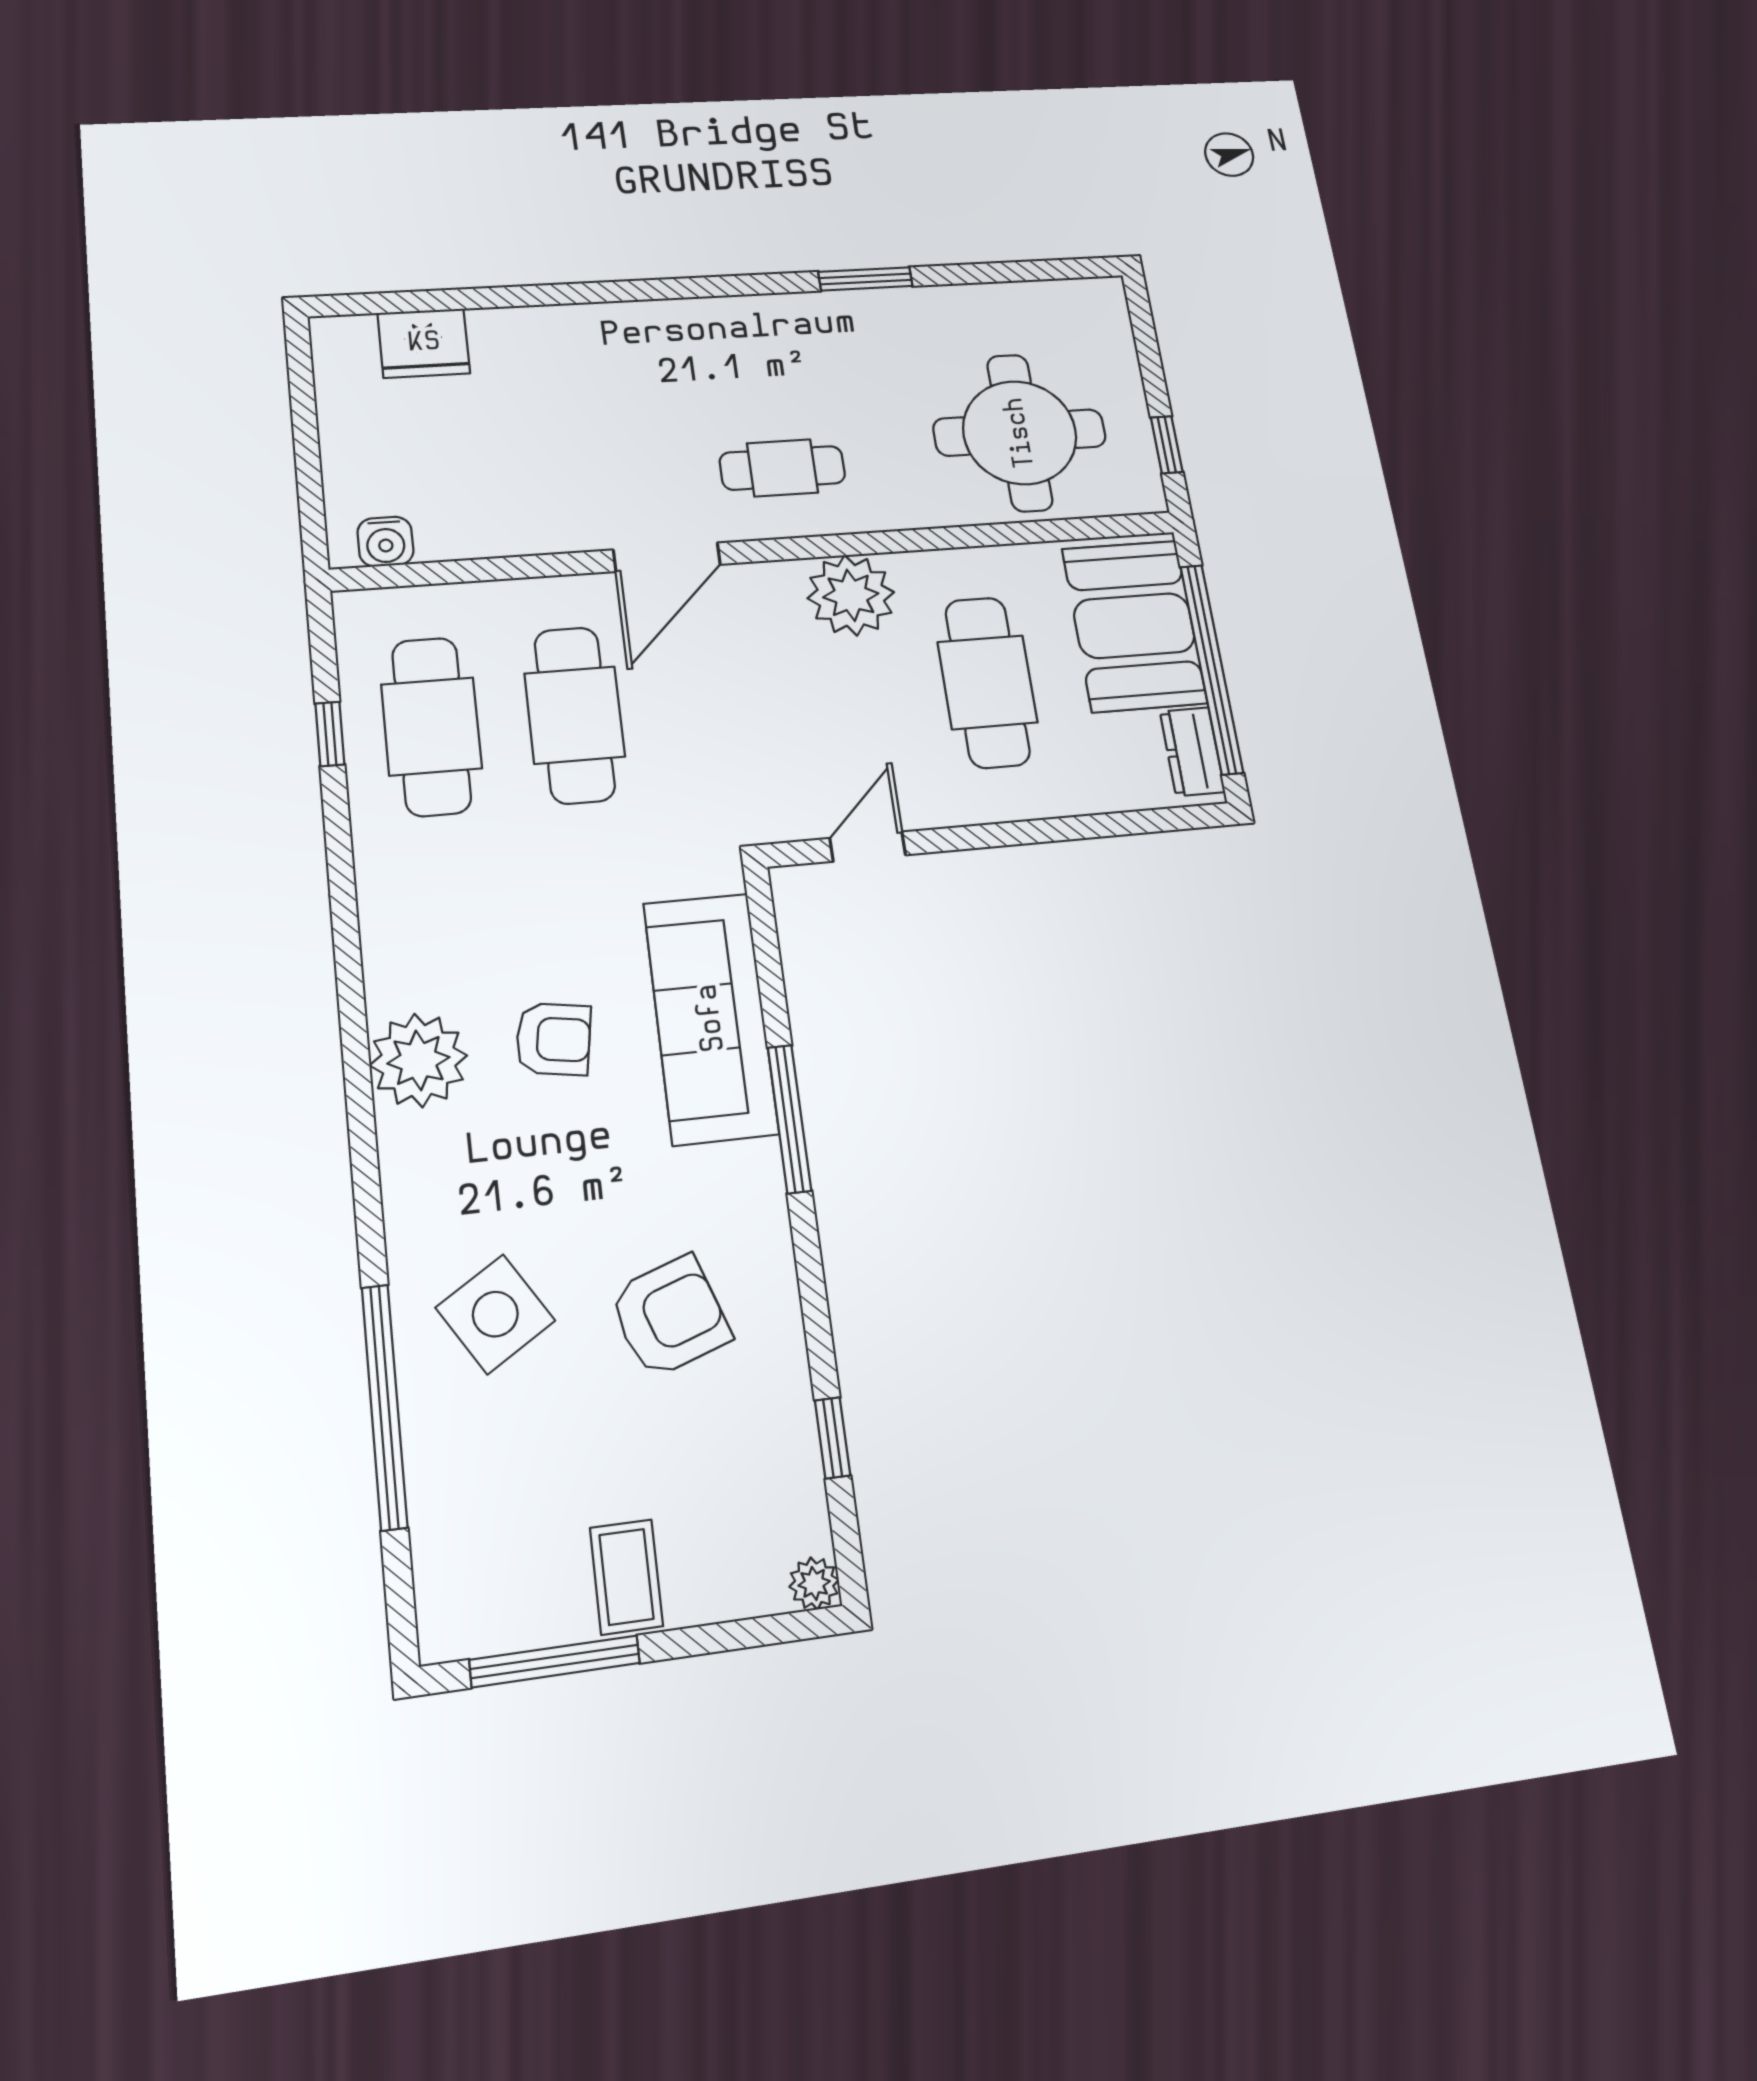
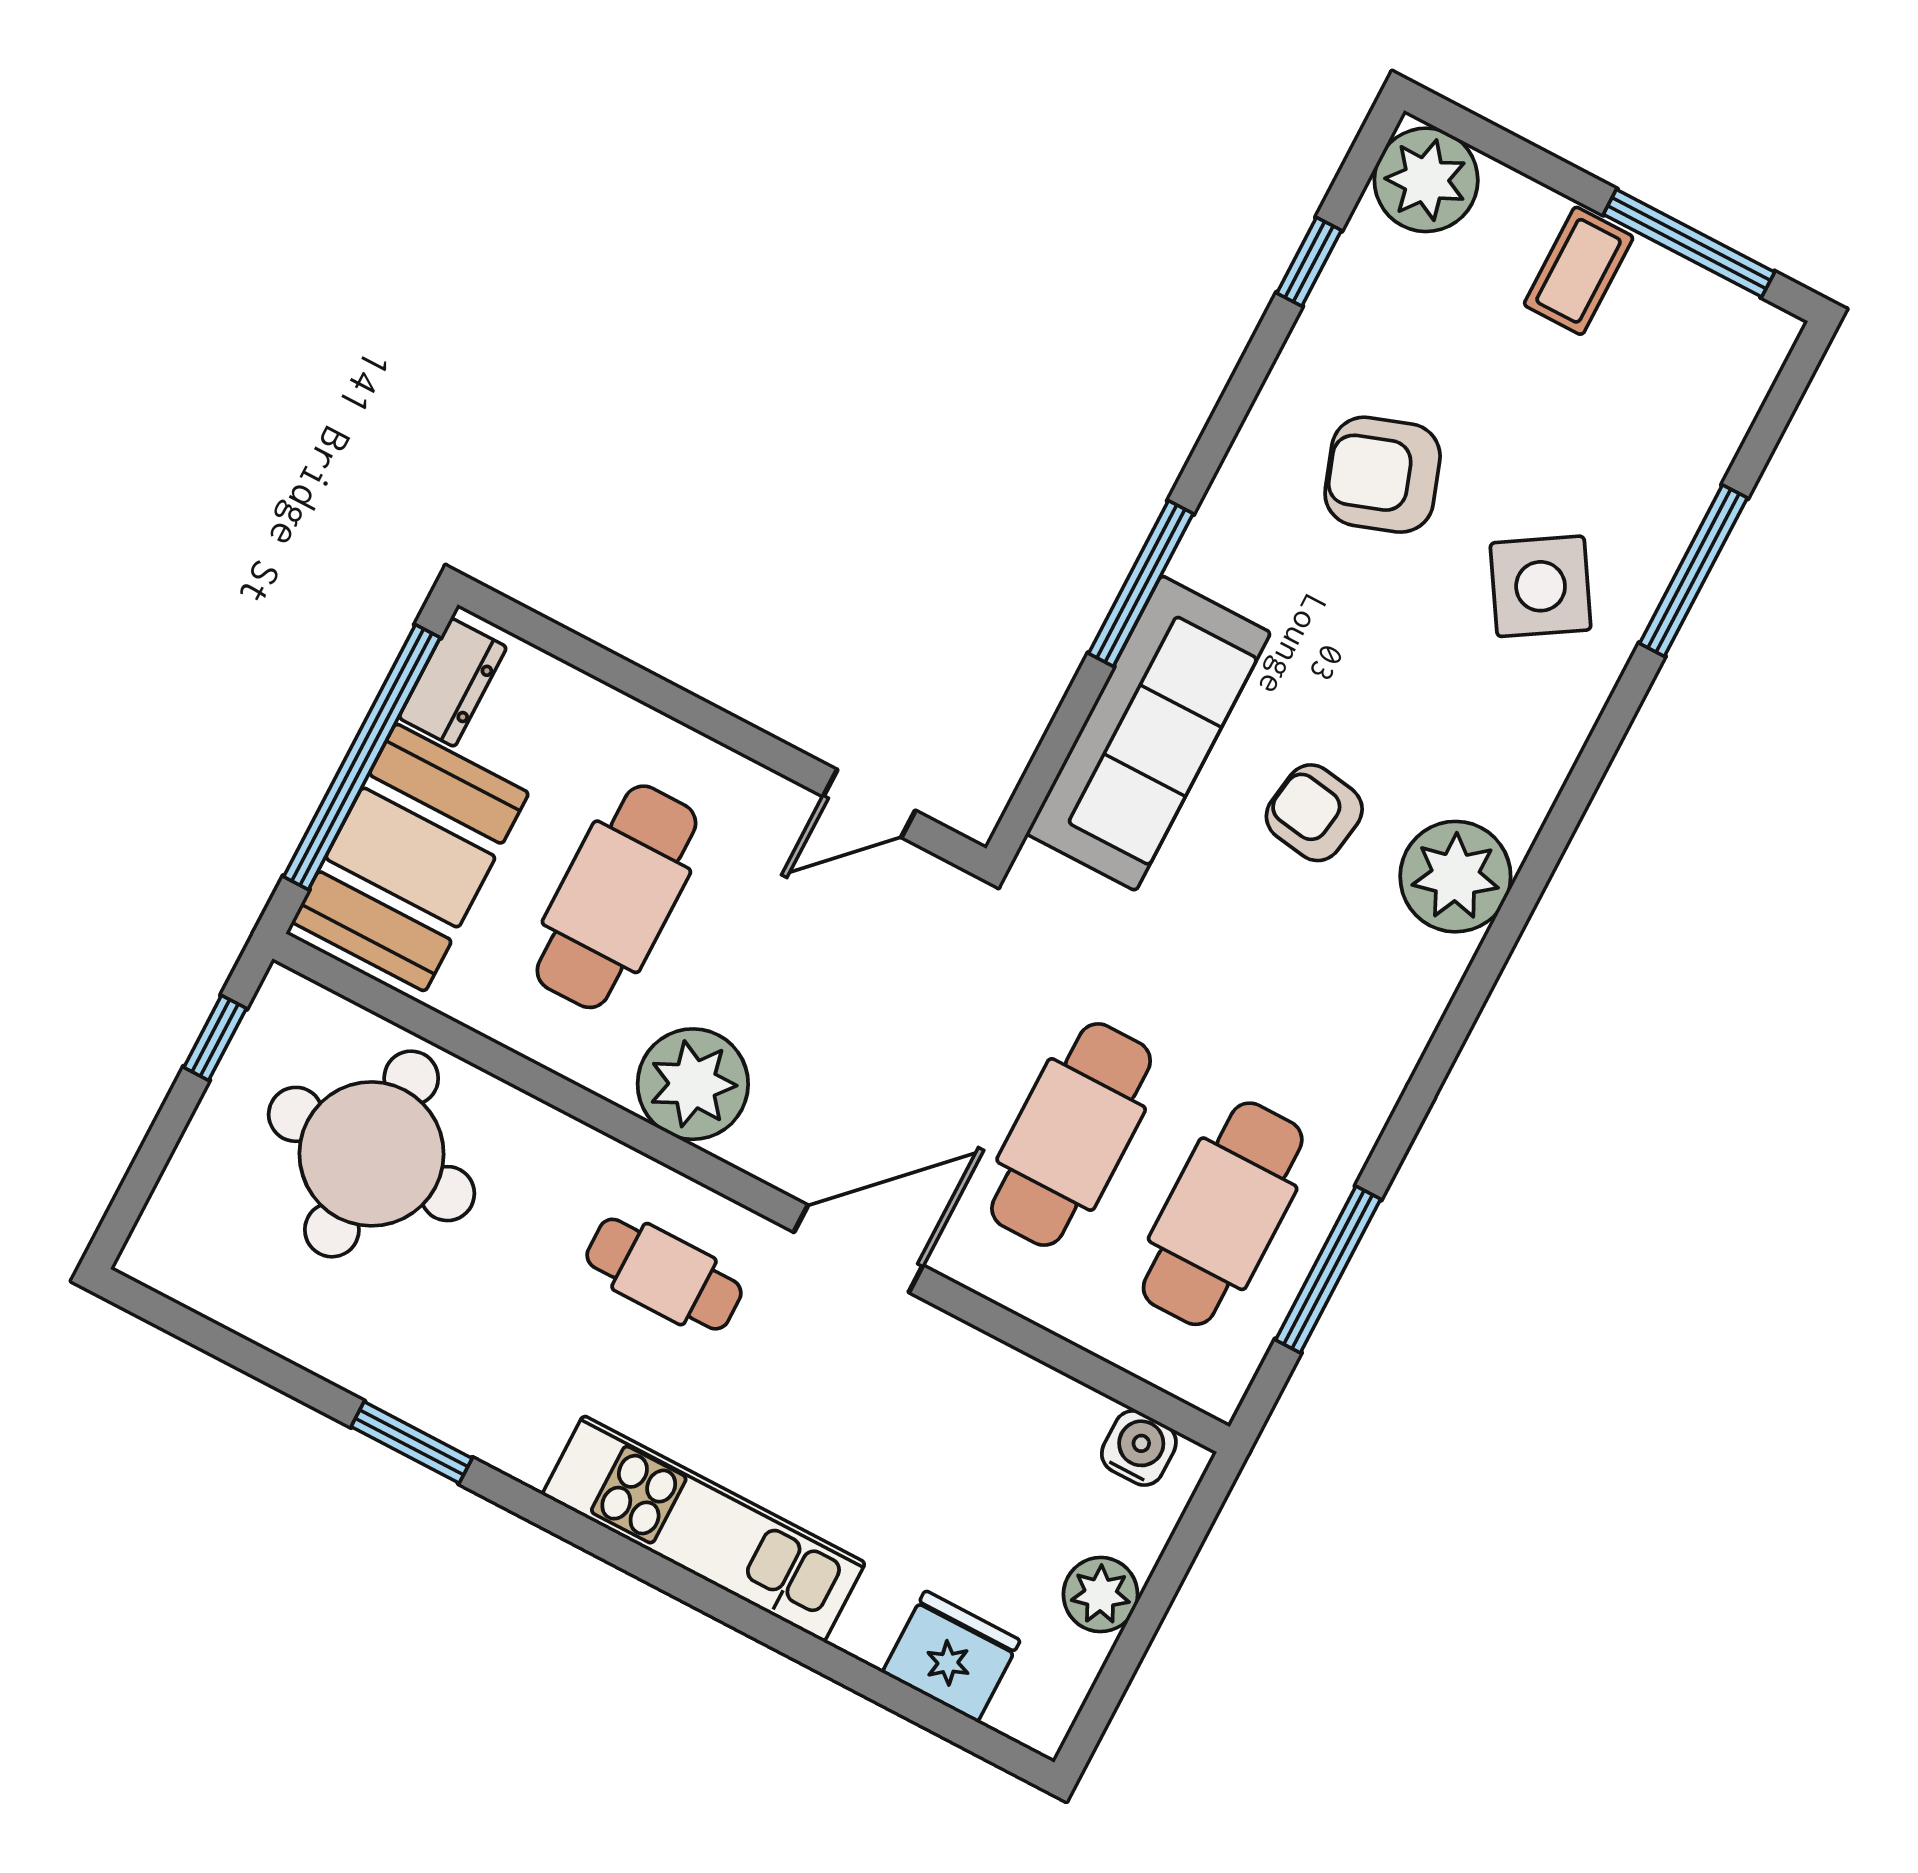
kitchen unit: (643, 331) -> (704, 1529), added
plant: (348, 436) -> (1101, 1595), added
window: (330, 734) -> (1328, 1269), width x2.17
window: (384, 1406) -> (1693, 571), width x0.68
plant: (814, 1583) -> (1426, 180), width x1.88, depth x1.88

